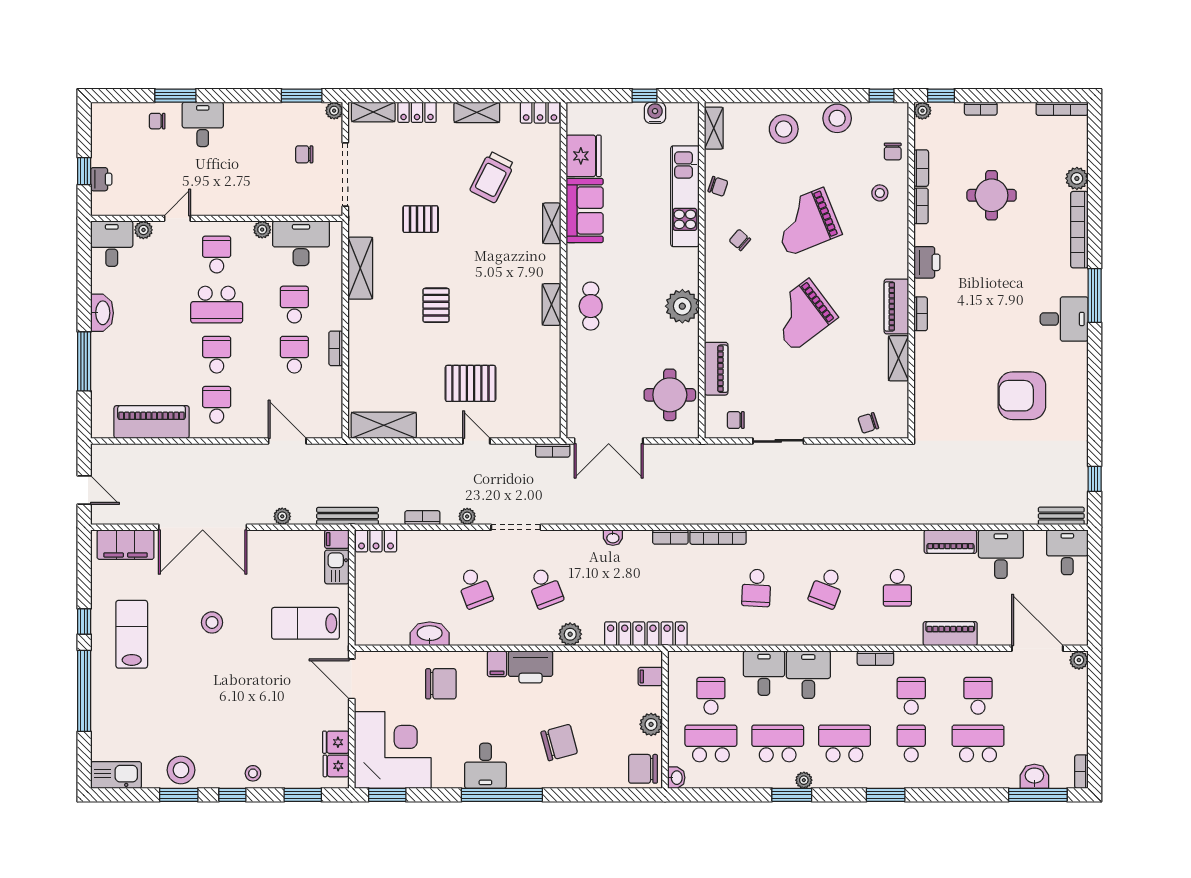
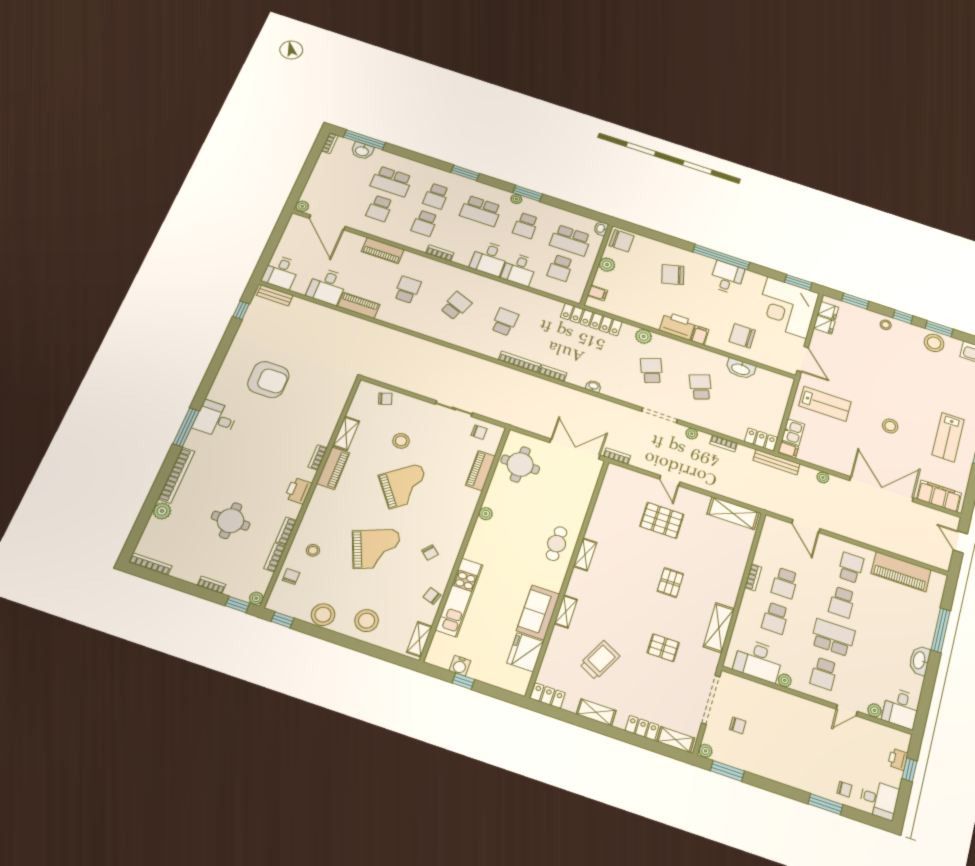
desk: (203, 124) -> (879, 800), moved, turned -90
plant: (682, 306) -> (486, 514), width x0.53, depth x0.53
stool: (828, 373) -> (401, 441), added
school desk: (217, 405) -> (851, 568), turned 180
school desk: (778, 743) -> (526, 226), width x0.54

